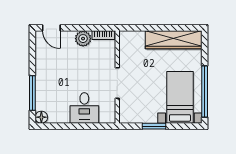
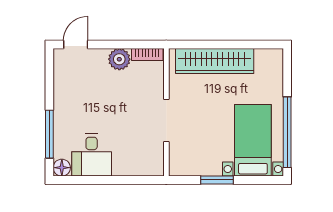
door: (51, 28) -> (76, 45), swing flipped
wardrobe: (174, 40) -> (215, 61), moved
desk: (84, 108) -> (92, 155), moved

